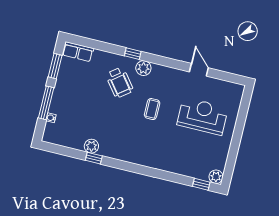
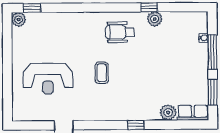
plant: (143, 68) -> (168, 113), moved
wheelchair: (119, 82) -> (120, 32), moved, turned -52

